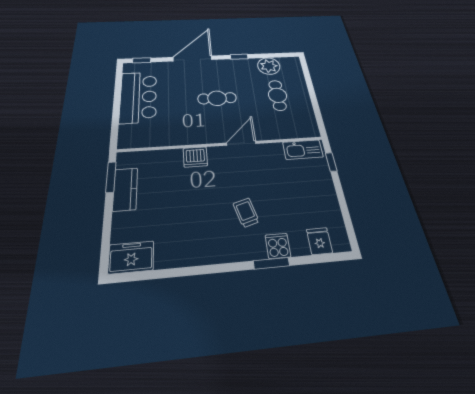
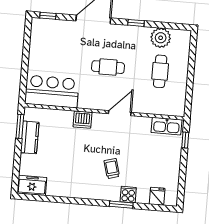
bar counter: (138, 97) -> (52, 91), moved, turned -90

